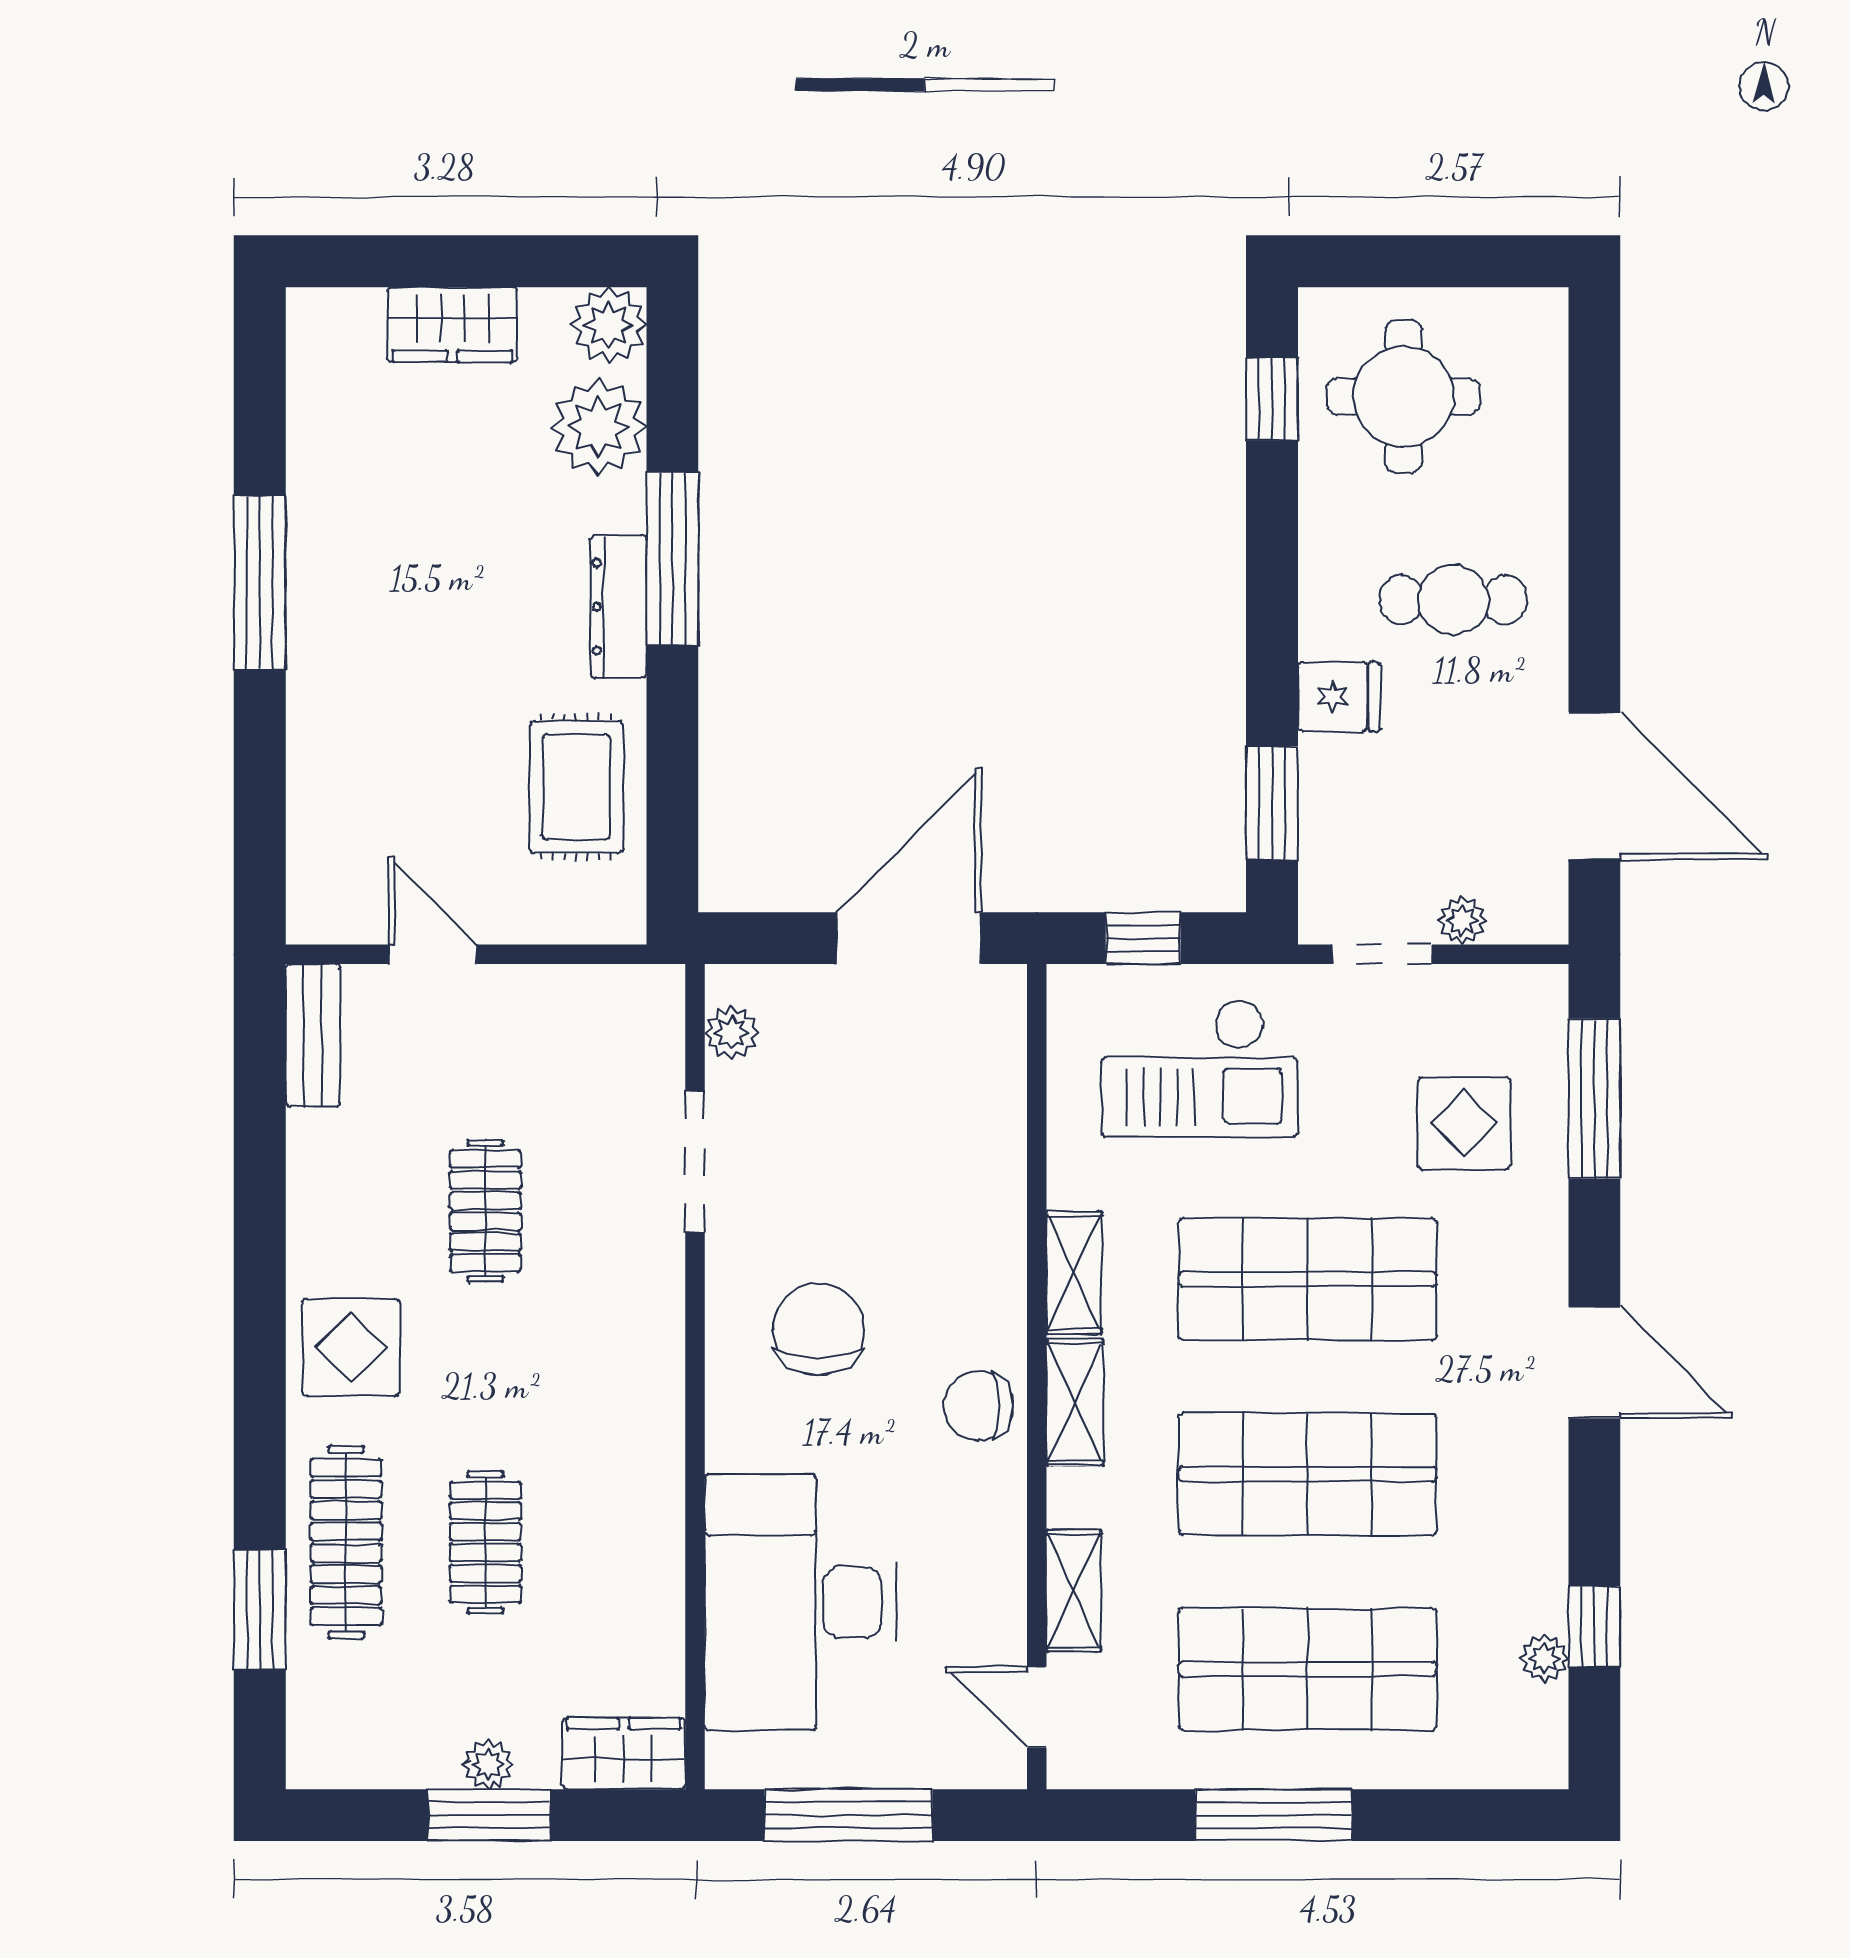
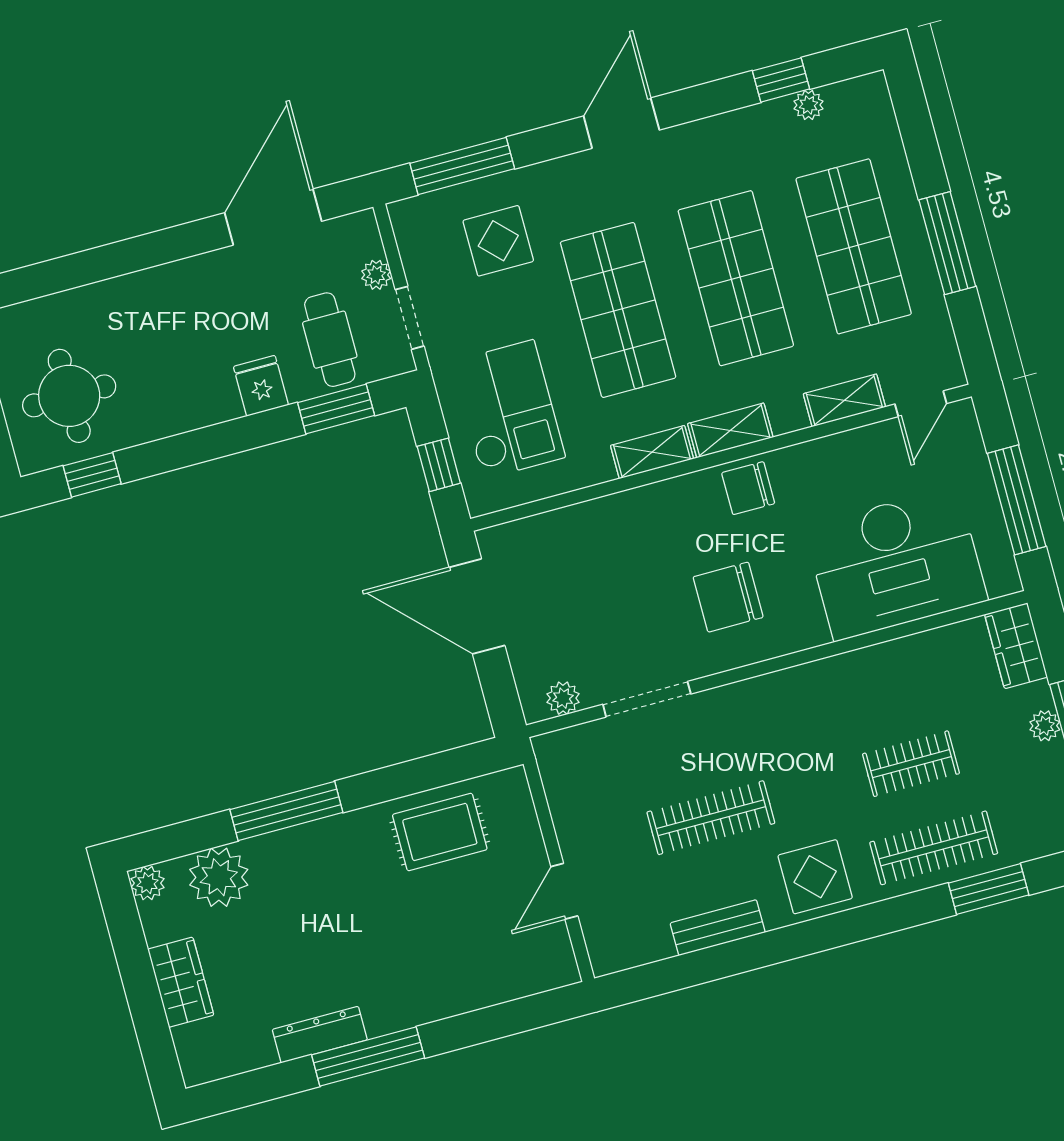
plant: (609, 325) -> (147, 883), width x0.73, depth x0.73
cafe table: (1453, 600) -> (330, 340), moved
dresser: (619, 607) -> (320, 1035), moved, turned 180
bench: (313, 1036) -> (718, 928), moved
clothes rail: (485, 1211) -> (711, 818), width x1.36
chair: (978, 1406) -> (748, 488), turned 90

